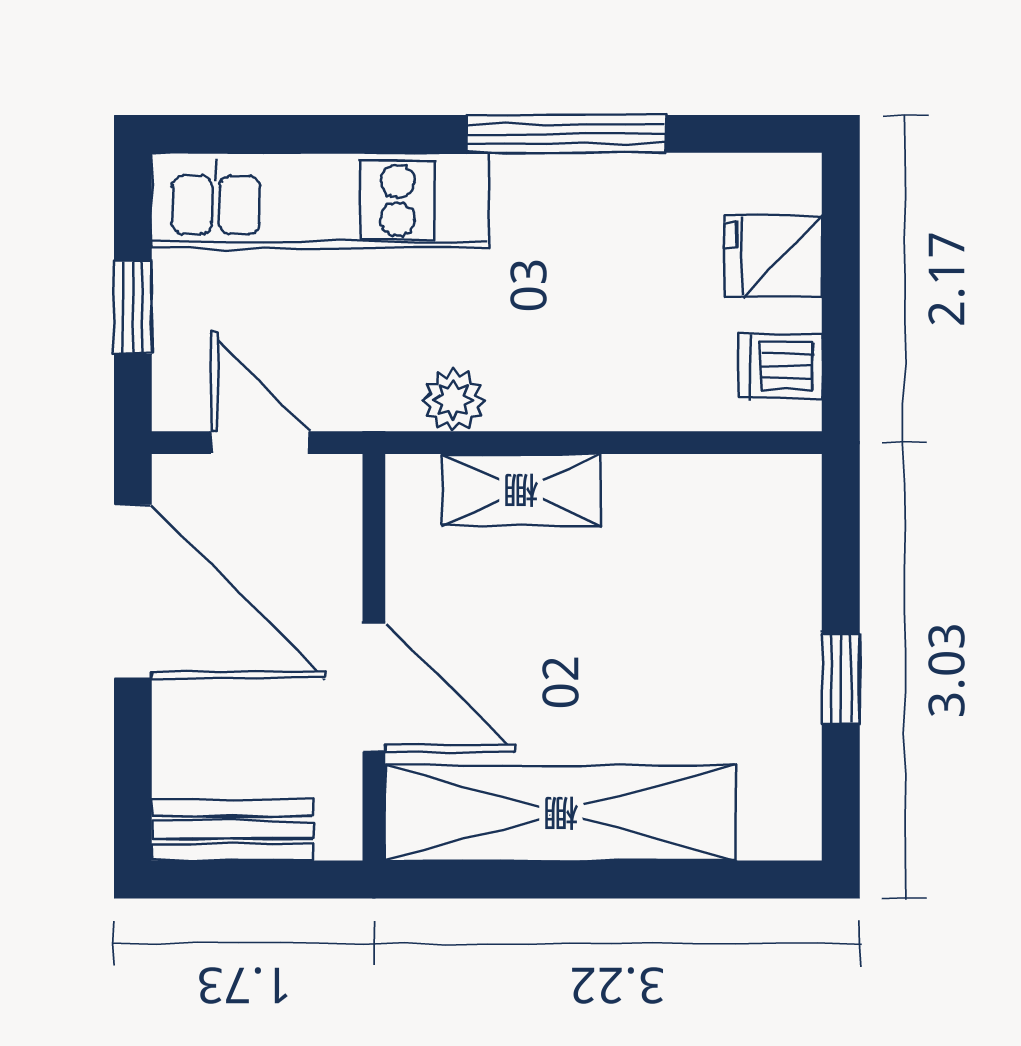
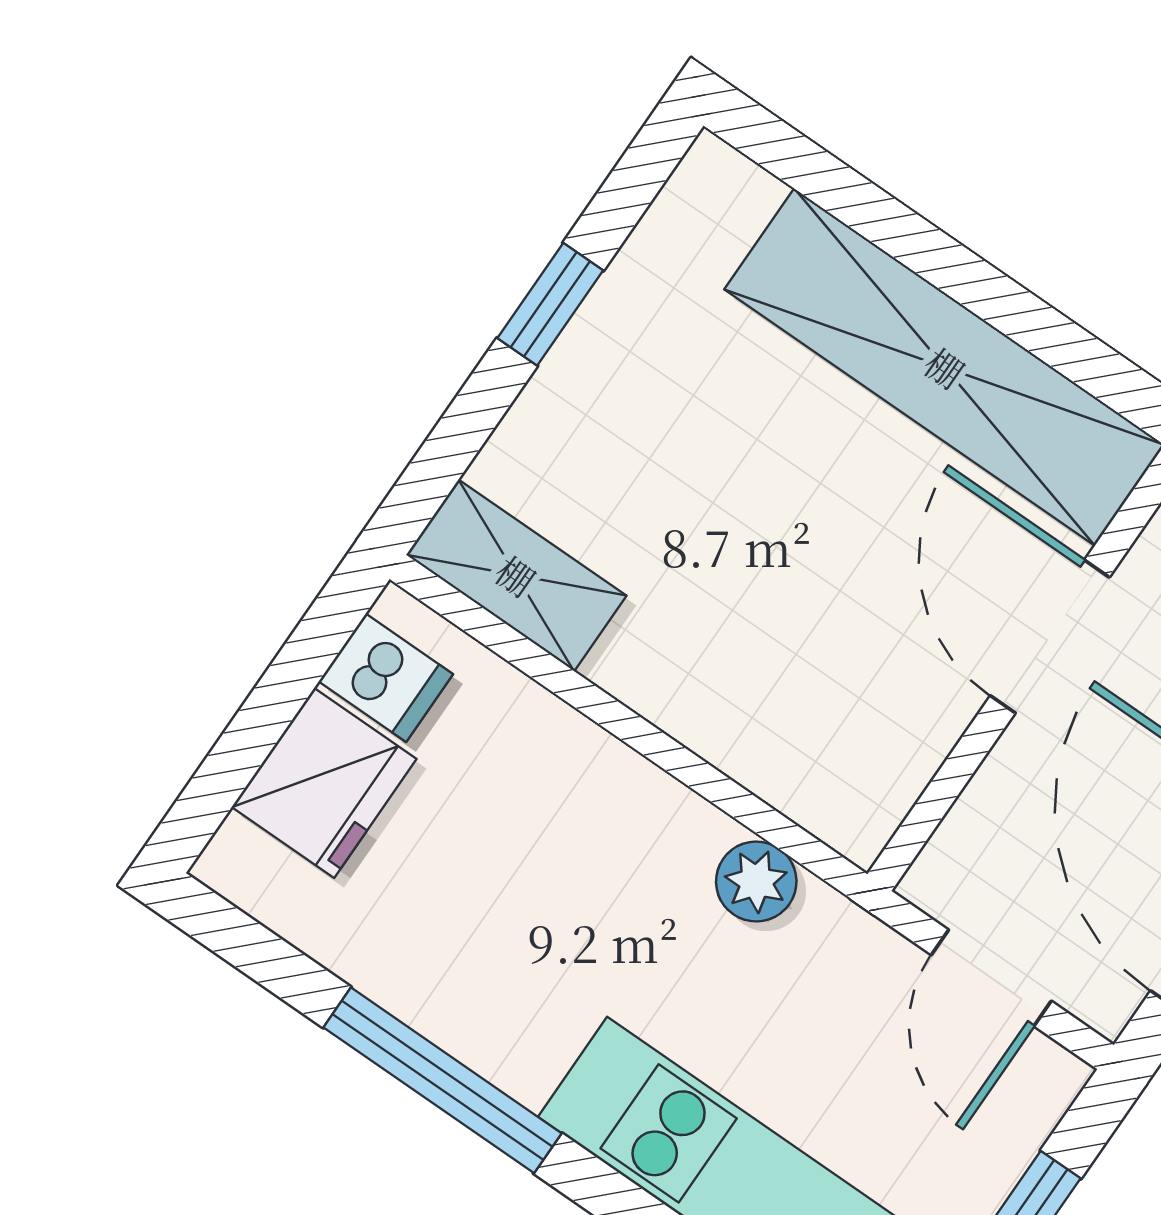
fridge: (773, 256) -> (324, 783), width x1.38
shelving: (521, 490) -> (516, 575), moved

